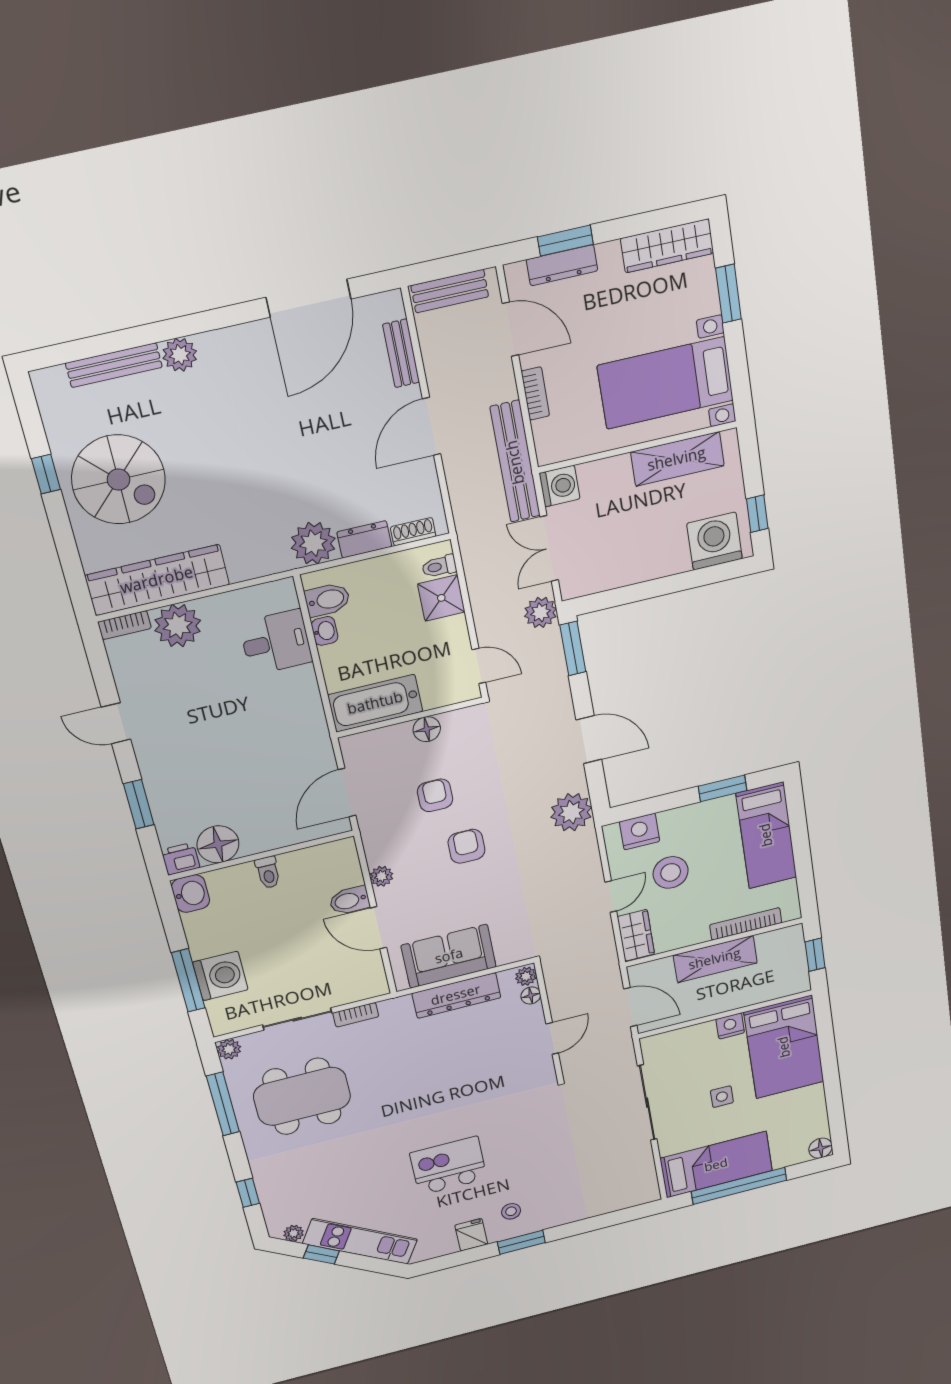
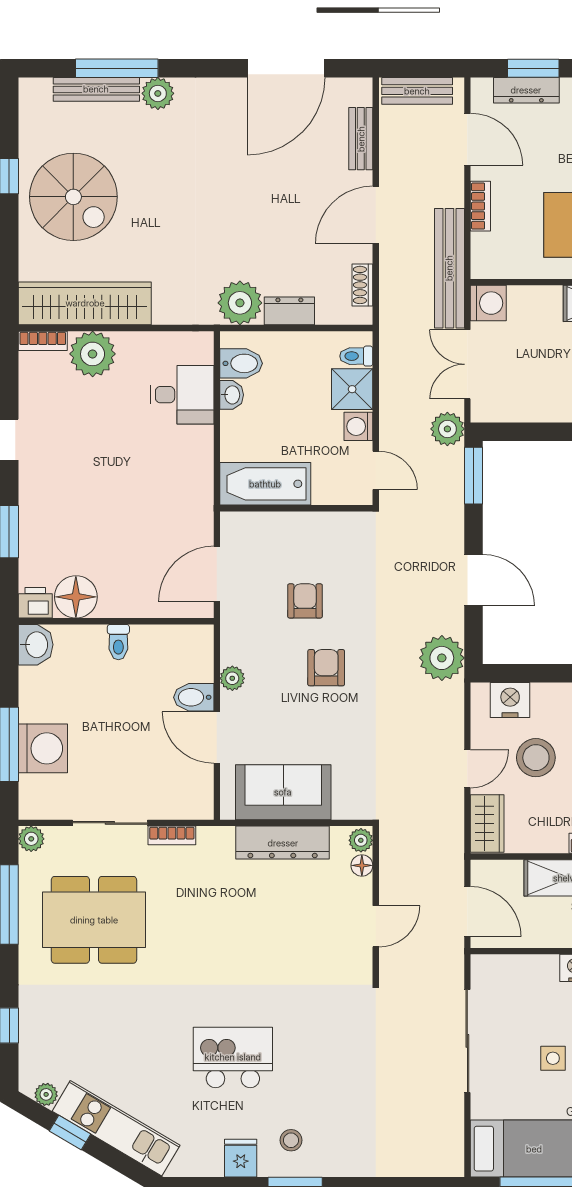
window: (130, 338) -> (117, 68), added
shoe rack: (413, 532) -> (362, 285), moved, turned -90
washing machine: (454, 631) -> (358, 426), added
floor lamp: (427, 729) -> (311, 525), removed

